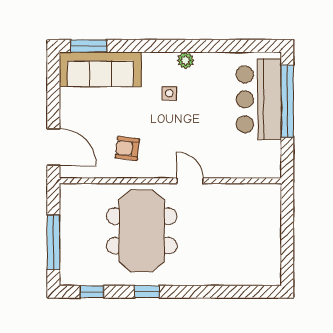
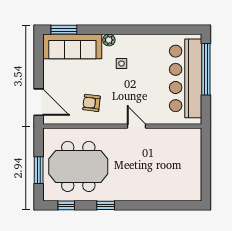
plant: (185, 60) -> (109, 40), moved
bar counter: (259, 99) -> (186, 78), width x1.36
meeting table: (142, 231) -> (78, 166), moved, turned 90
window: (53, 242) -> (39, 170), width x0.69

